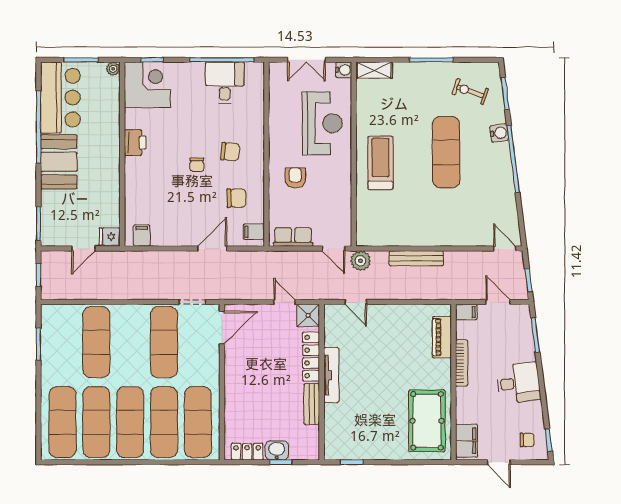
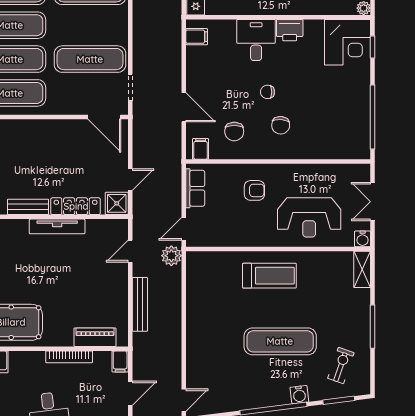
desk: (225, 83) -> (256, 40), moved, turned -90
bench: (416, 258) -> (140, 304), moved

